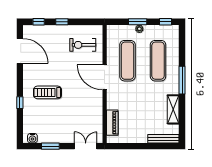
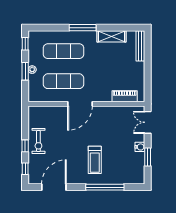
exercise bike: (83, 45) -> (38, 141), moved
window: (20, 103) -> (105, 187), width x3.17
water cooler: (32, 138) -> (140, 147), moved

